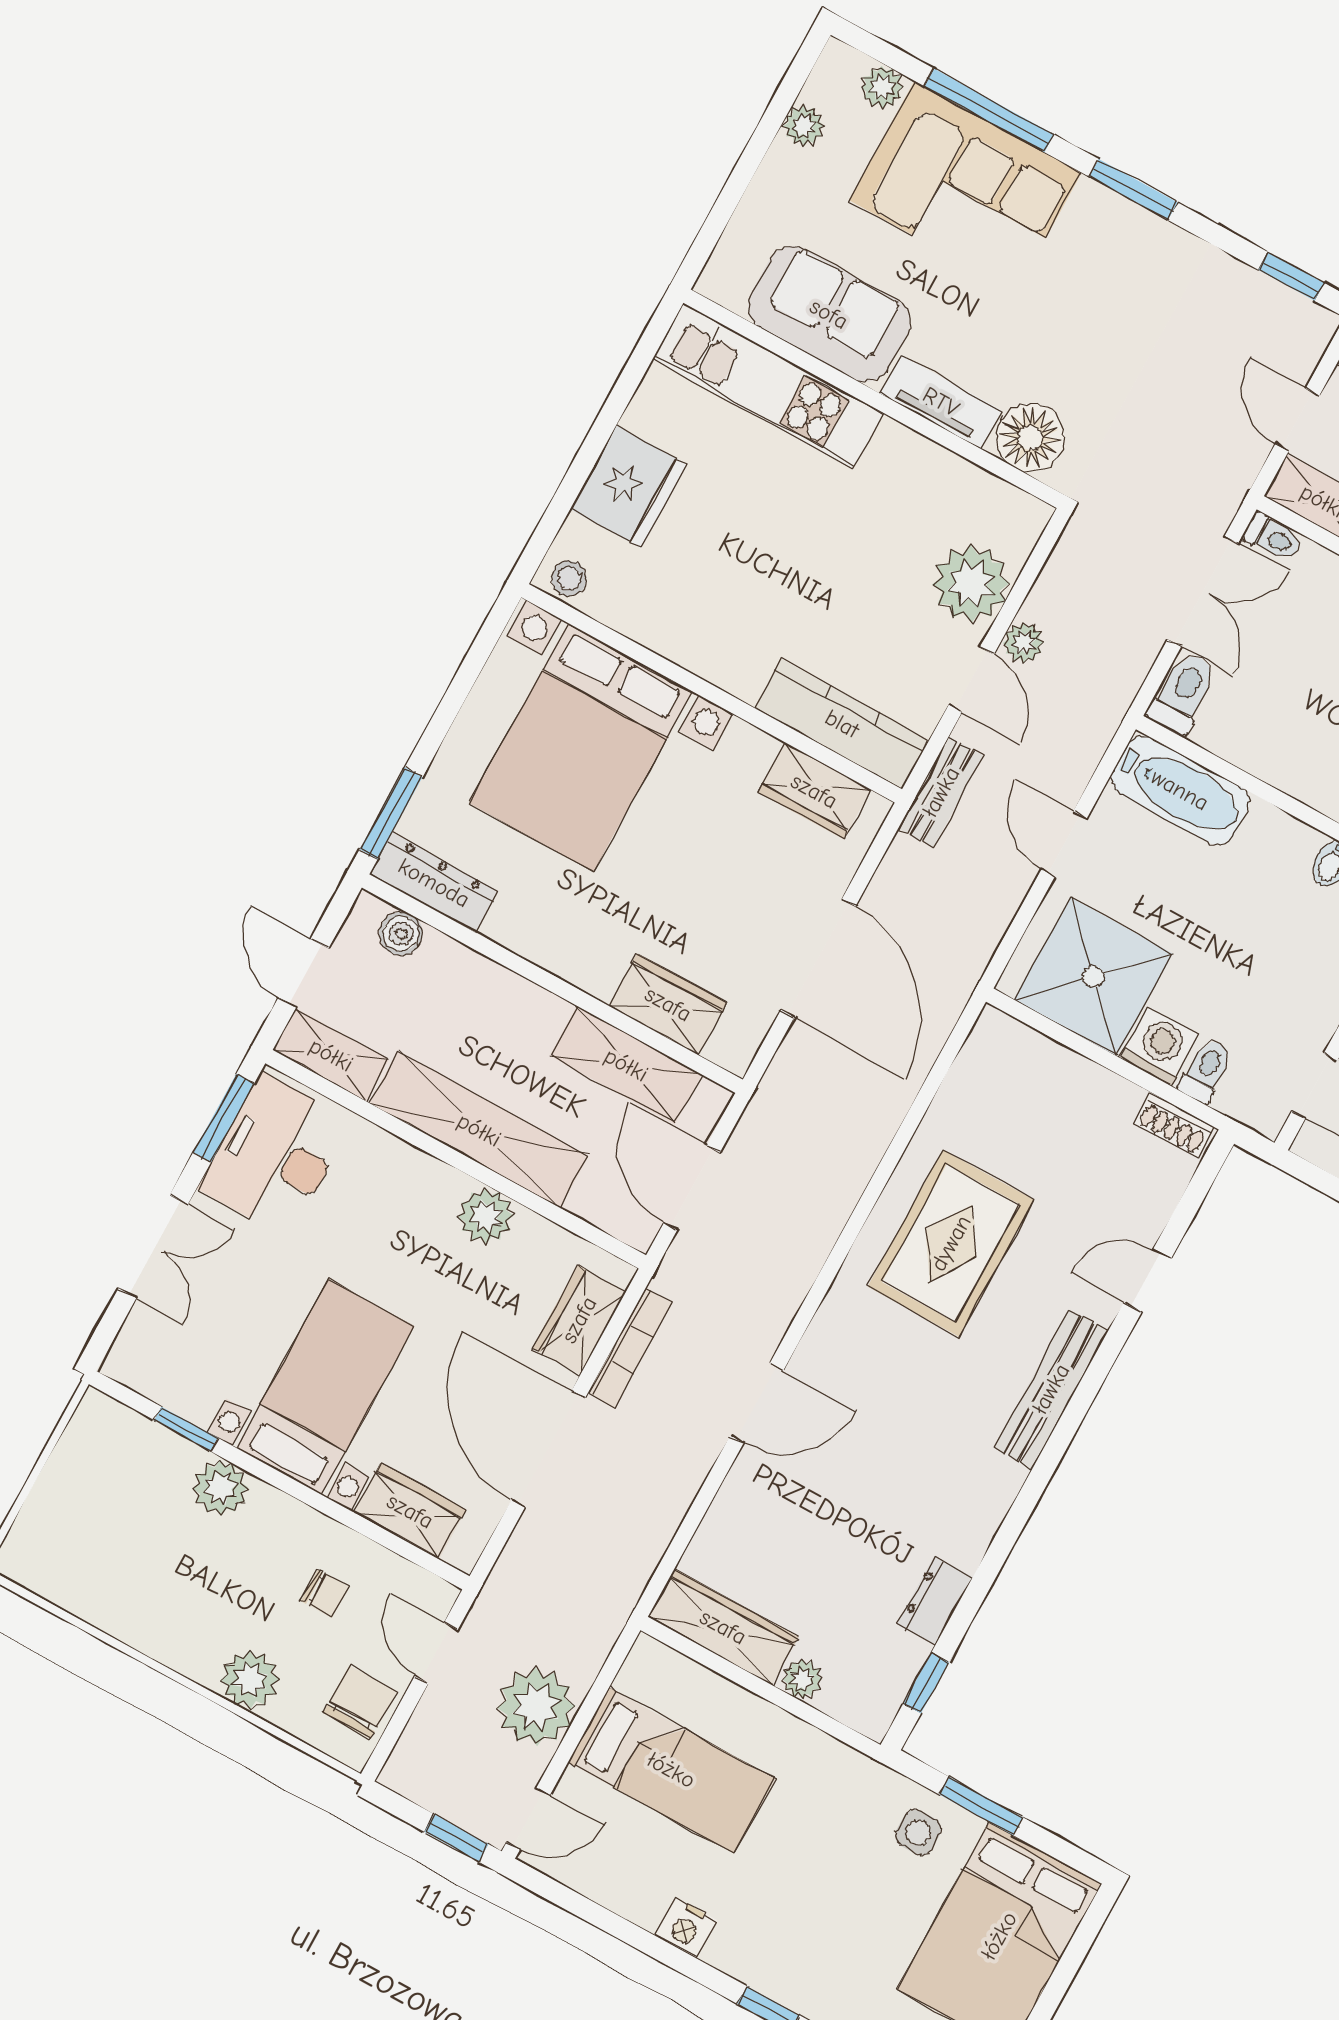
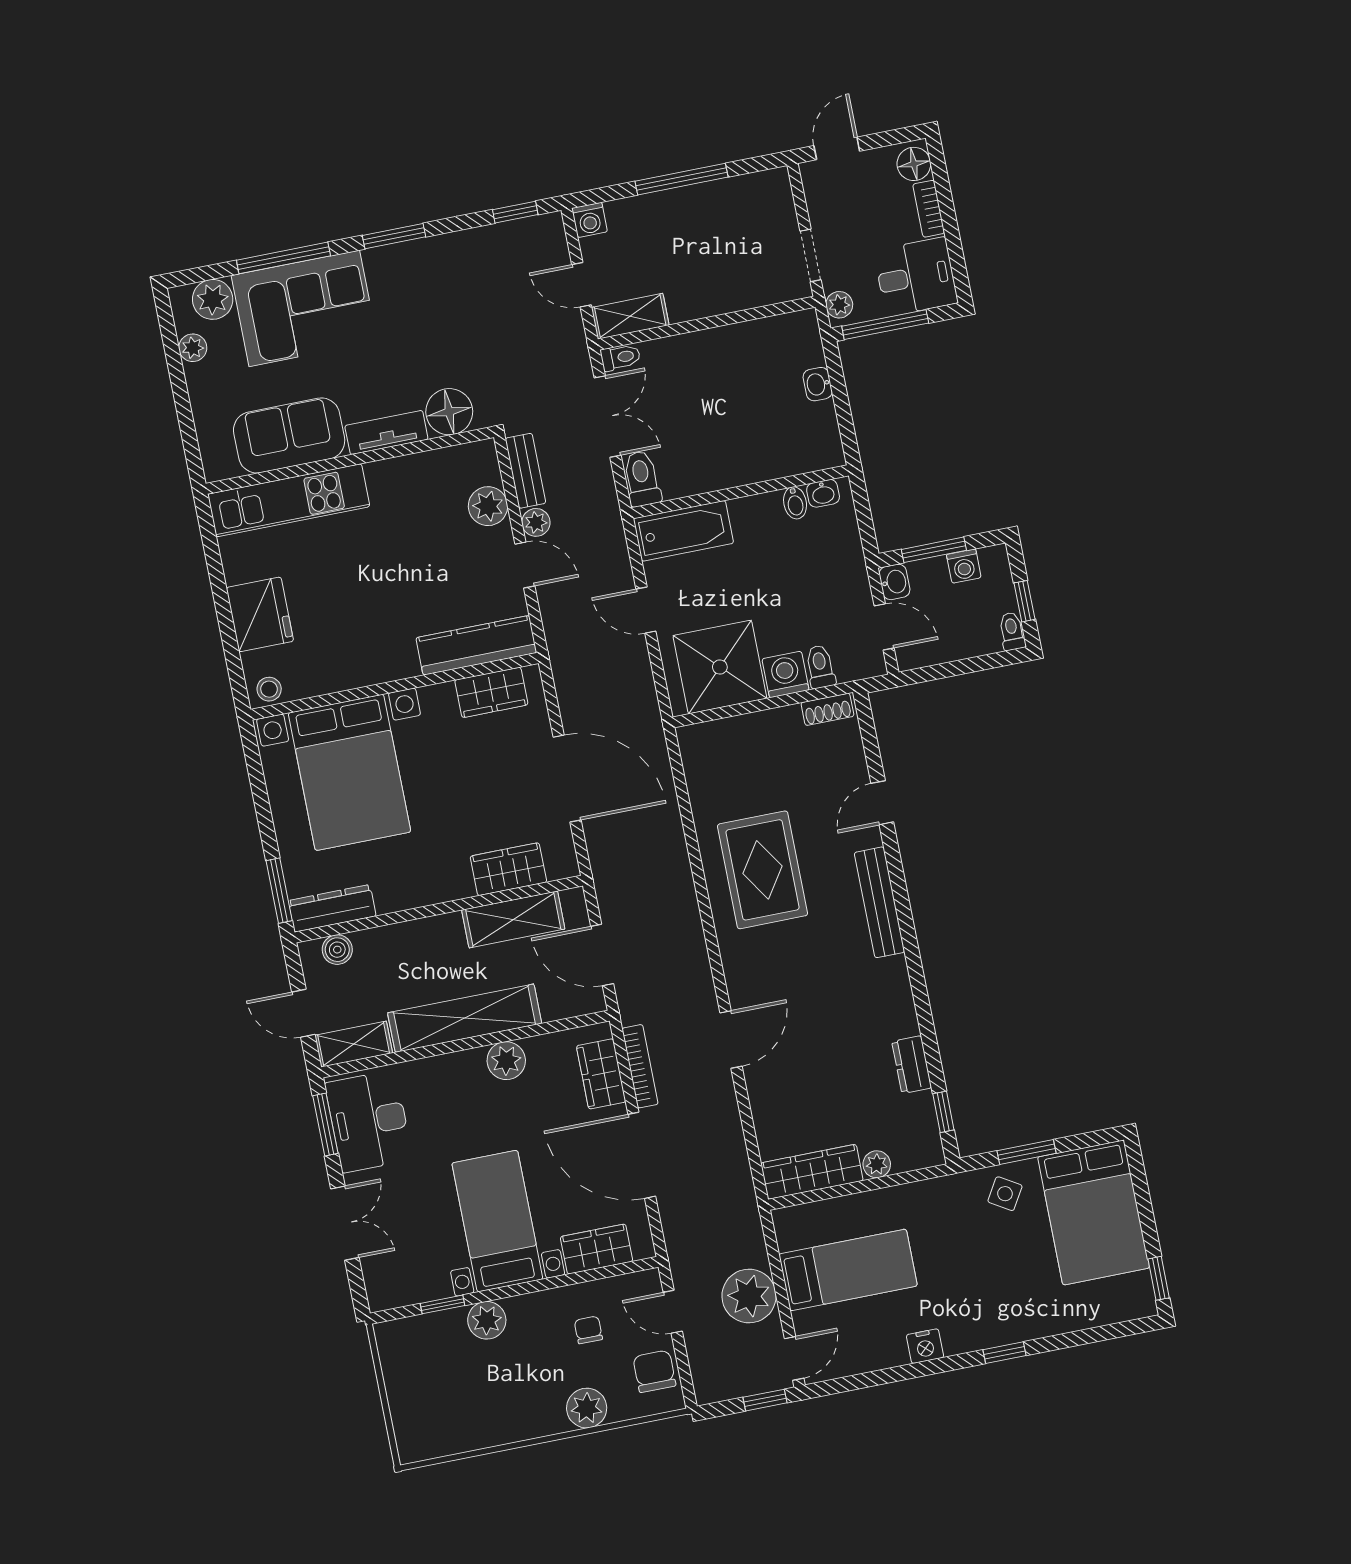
plant: (882, 87) -> (213, 299), width x1.38, depth x1.38
plant: (971, 584) -> (488, 506), width x0.73, depth x0.73
bench: (941, 792) -> (525, 471), moved
chair: (325, 1594) -> (588, 1330), turned -90
side table: (918, 1832) -> (1005, 1194), turned 31

